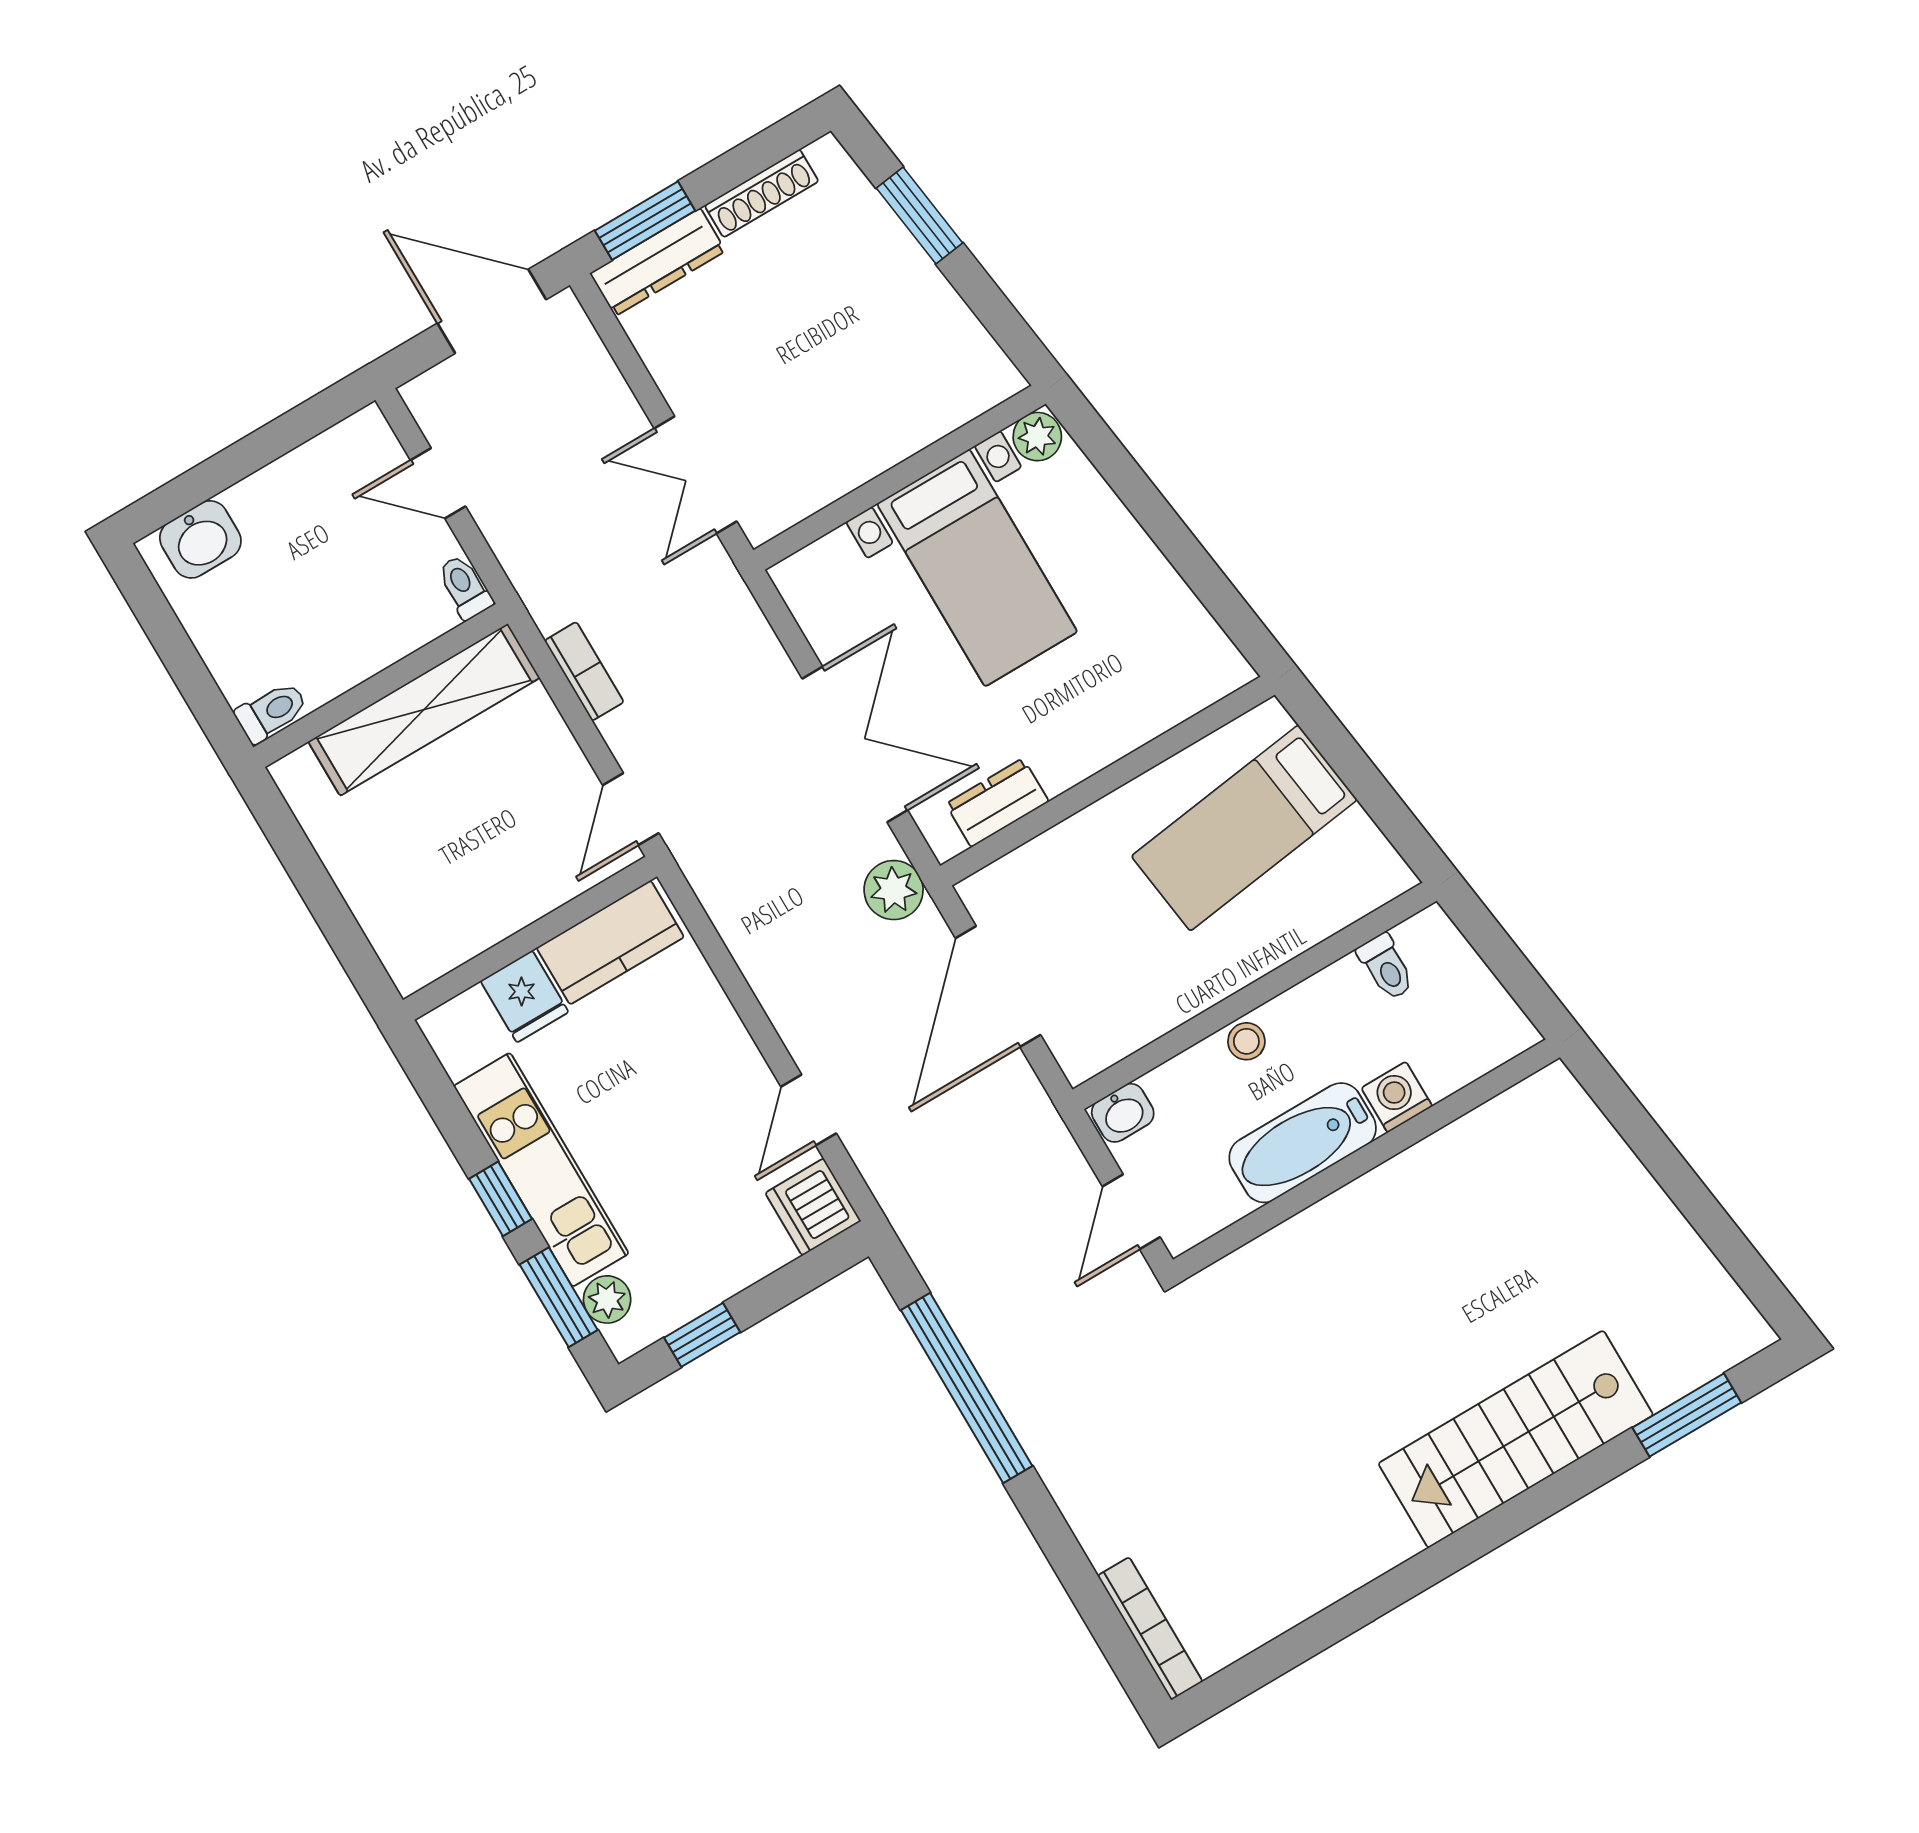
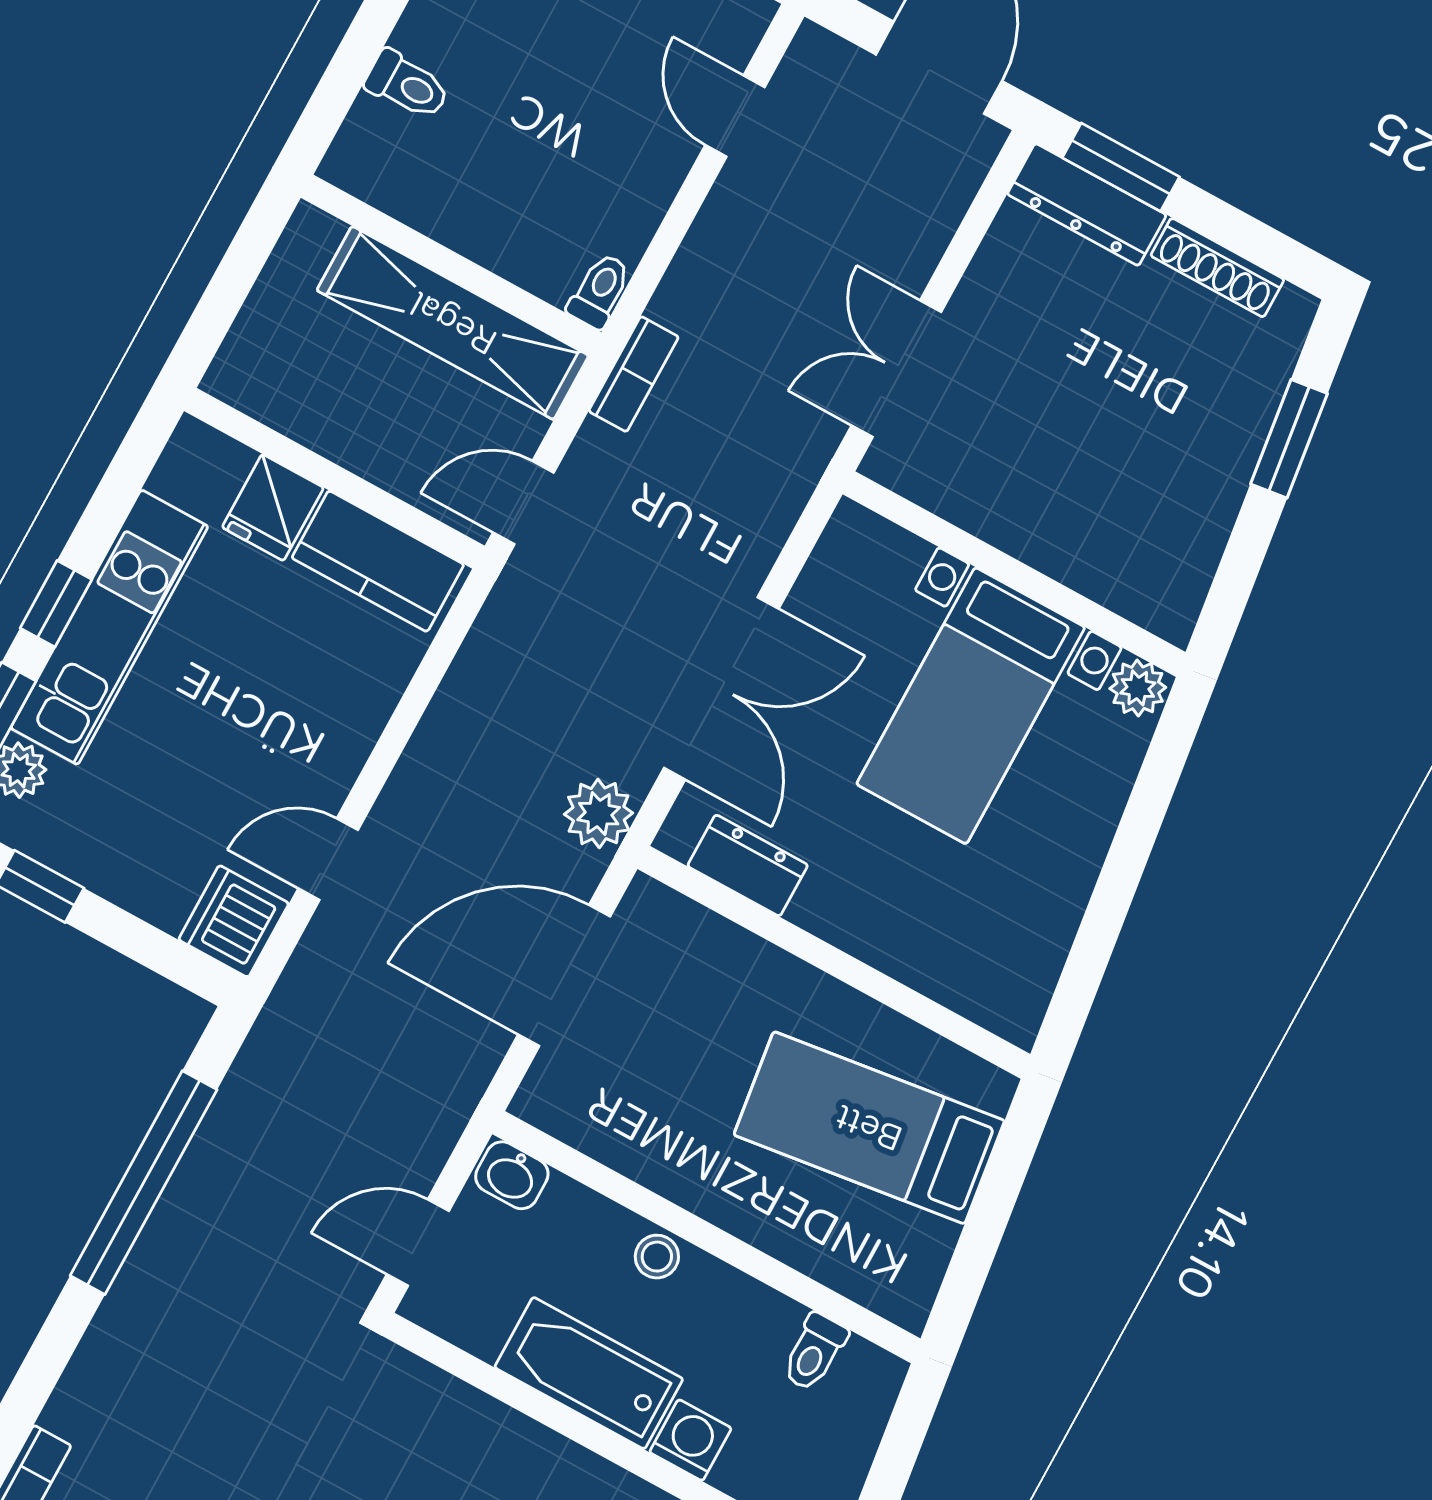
toilet: (465, 587) -> (600, 291), moved
wall: (380, 685) -> (451, 265), moved
shelving: (424, 710) -> (453, 323), moved

